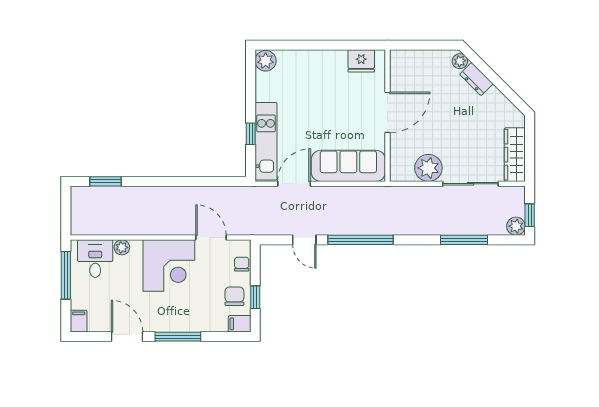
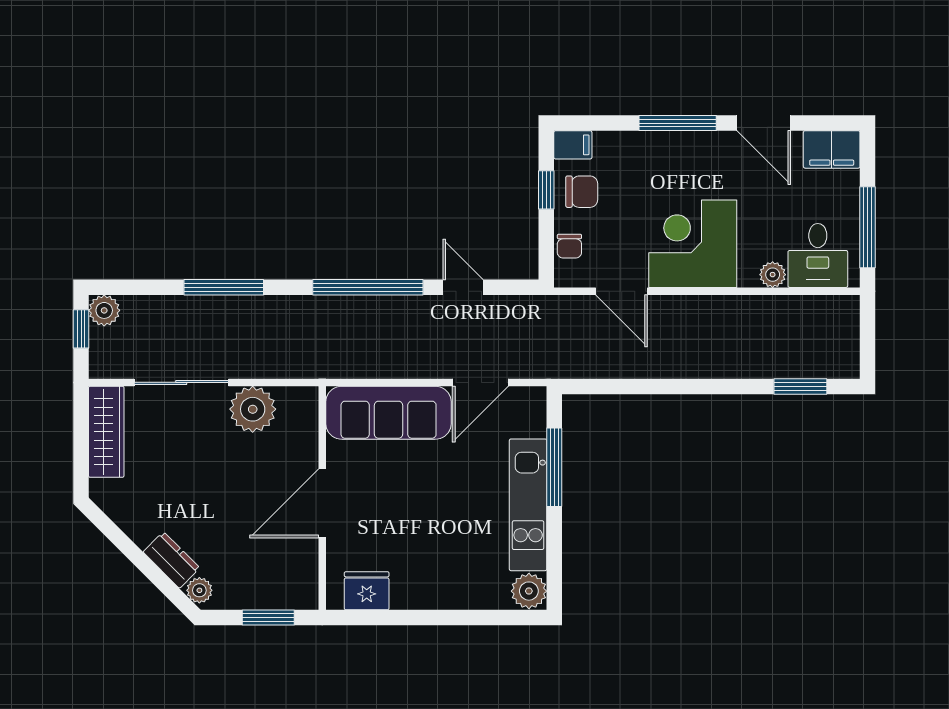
window: (419, 45) -> (268, 618), added
window: (251, 134) -> (554, 467), width x2.17
kitchen unit: (266, 141) -> (528, 505), moved
window: (464, 240) -> (224, 287), moved
chair: (234, 296) -> (582, 192), turned -90
filing cabinet: (79, 321) -> (832, 149), width x2.00

